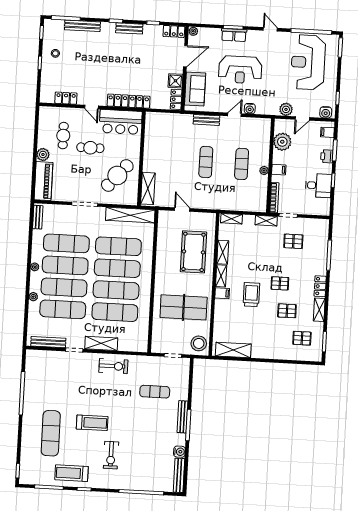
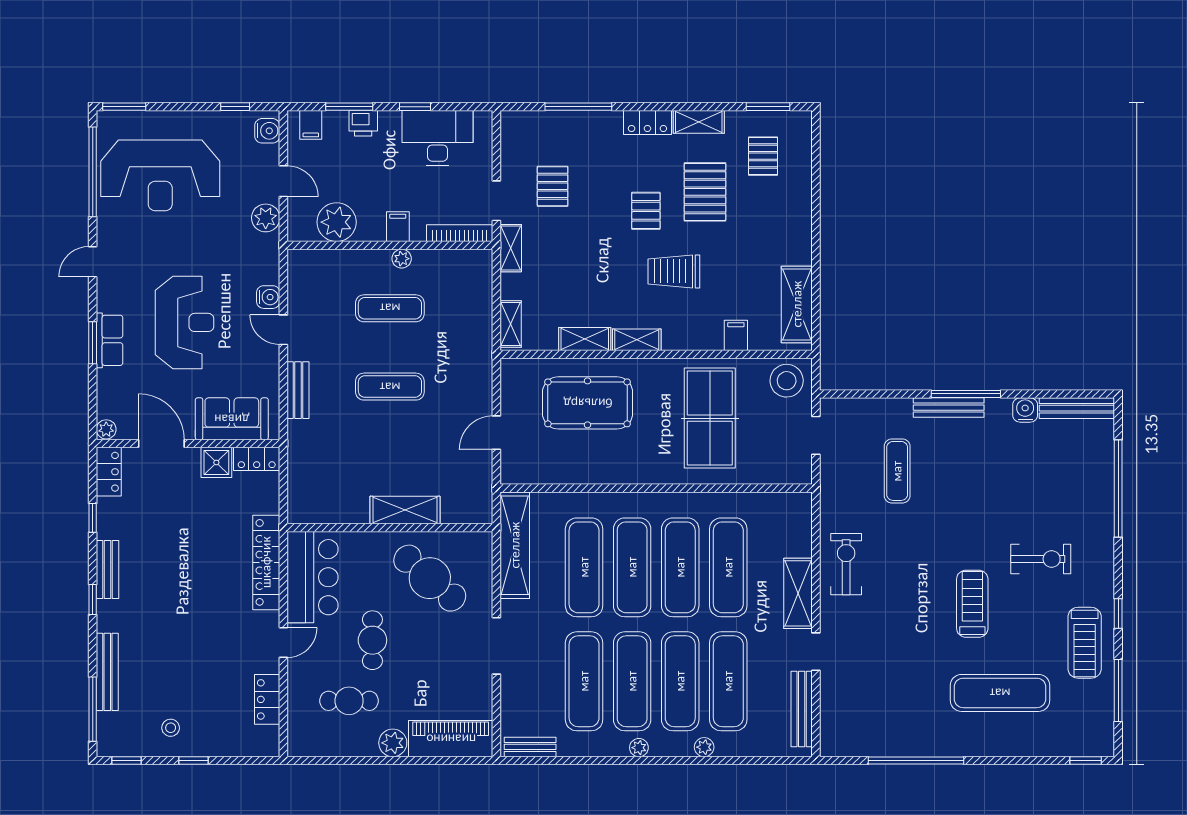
desk: (318, 186) -> (437, 138), width x1.37
shelving: (148, 188) -> (405, 510), moved
filing cabinet: (222, 293) -> (736, 335), moved
pallet: (287, 311) -> (705, 192), width x1.50, depth x1.42

